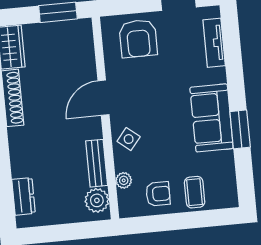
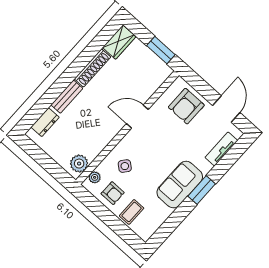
window: (240, 129) -> (202, 190), moved
side table: (129, 139) -> (125, 166), moved
bench: (97, 163) -> (67, 97), moved
plant: (124, 180) -> (95, 177), moved

